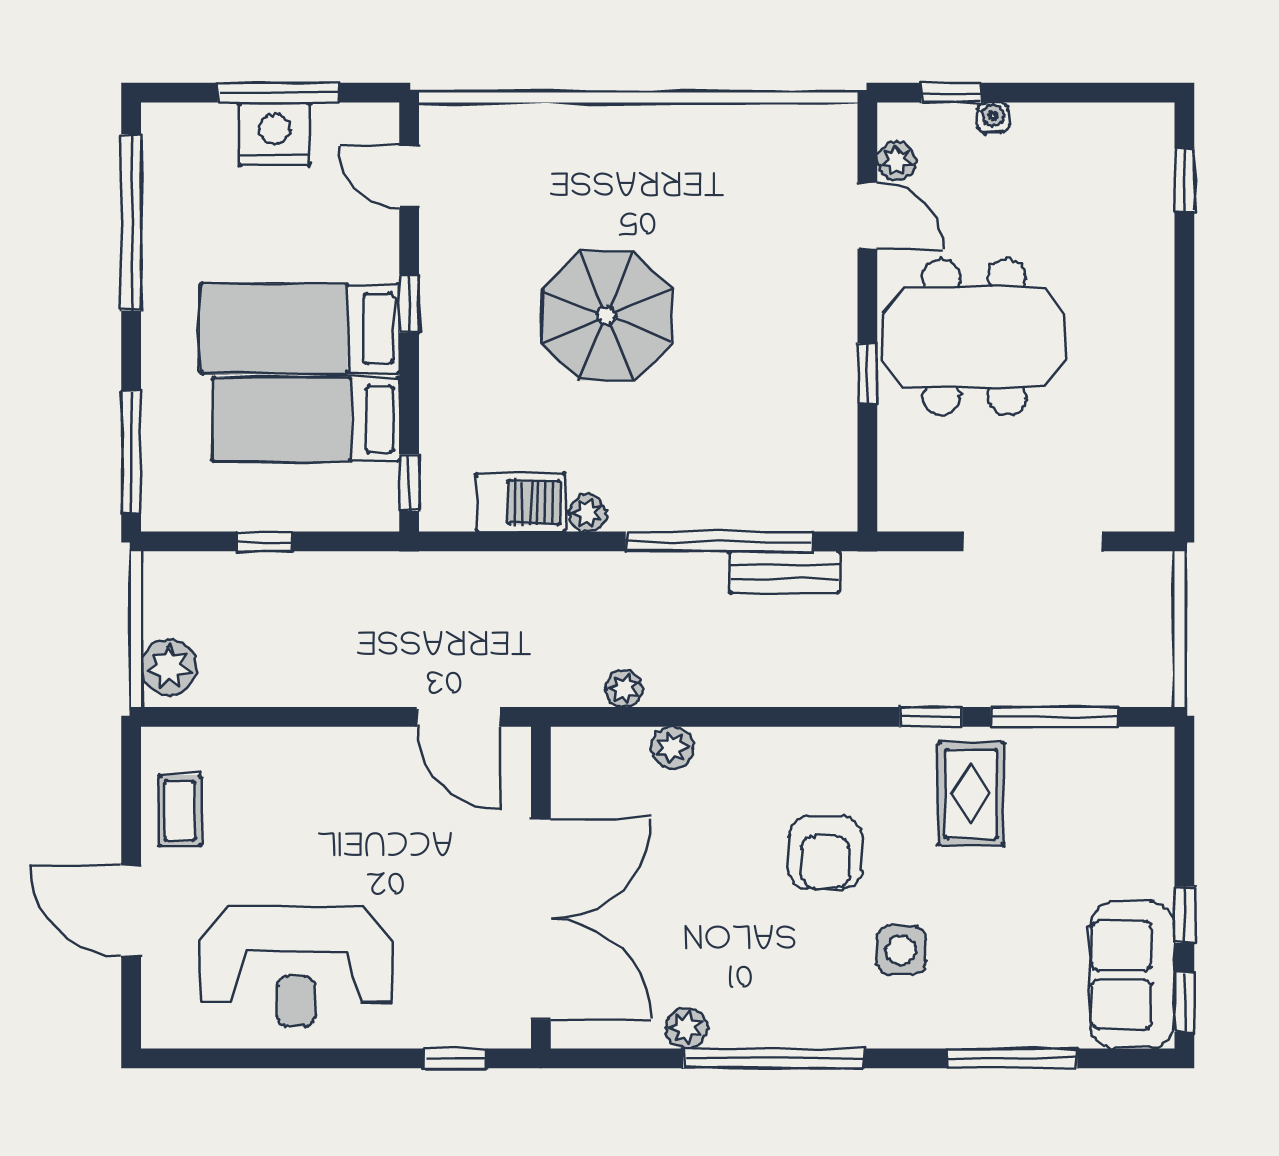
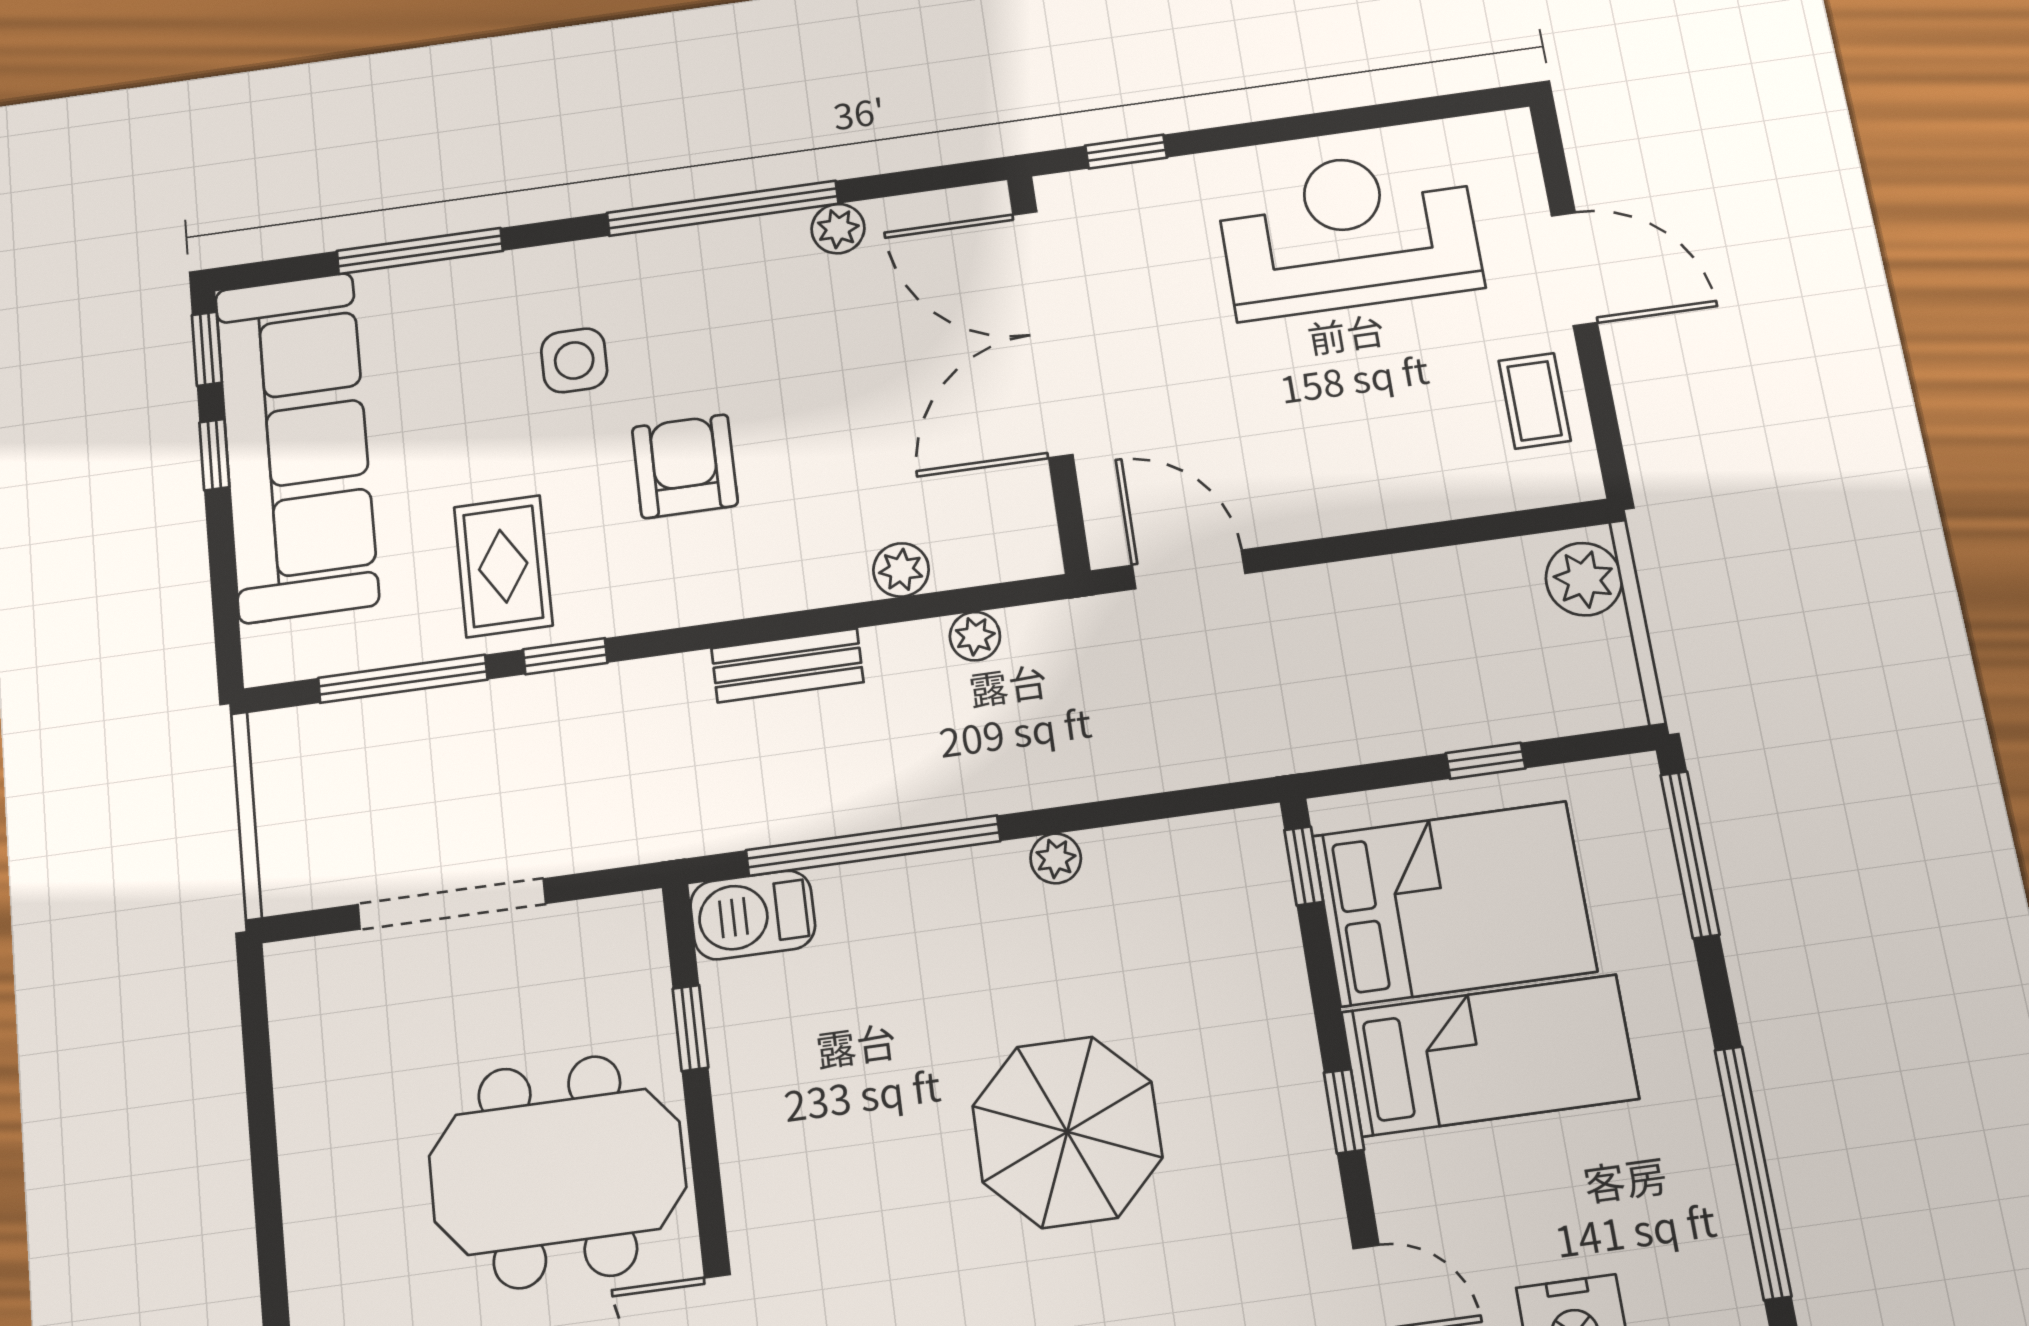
window: (867, 373) -> (690, 1028), moved
bed: (306, 419) -> (1454, 903), width x1.50
barbecue: (521, 502) -> (753, 915), moved
bench: (784, 572) -> (787, 665), moved
sofa: (1132, 975) -> (296, 446), width x1.85, depth x1.27

